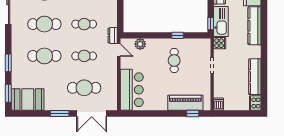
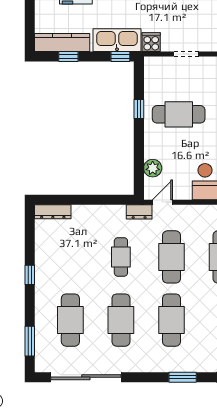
cafe table: (84, 56) -> (171, 257), width x1.37, depth x1.35
cafe table: (174, 60) -> (179, 114), width x1.37, depth x1.35

